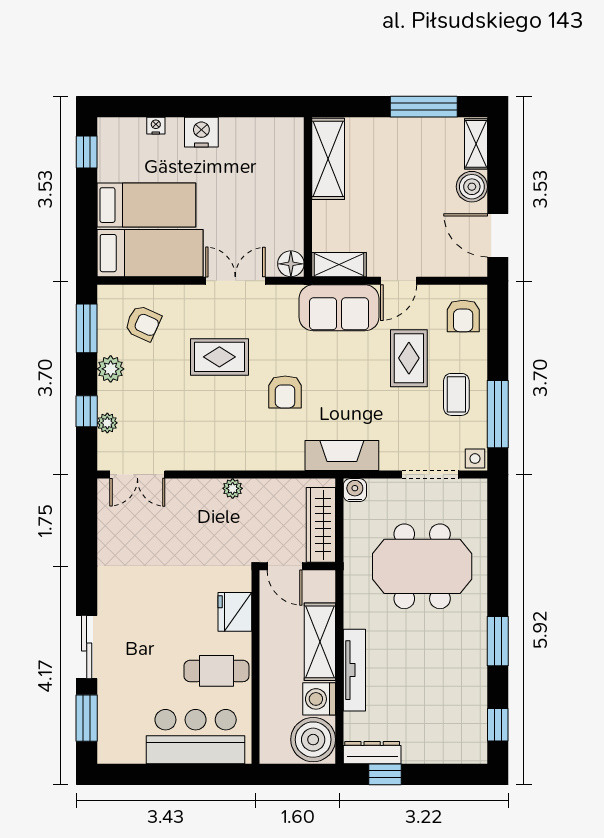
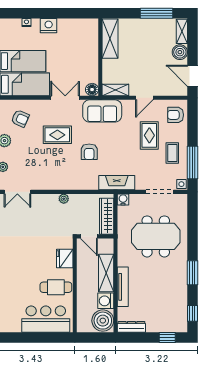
sofa: (339, 308) -> (102, 111), moved
armchair: (463, 316) -> (176, 115), turned 90
window: (385, 774) -> (167, 337), moved

